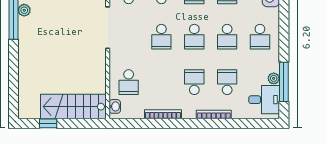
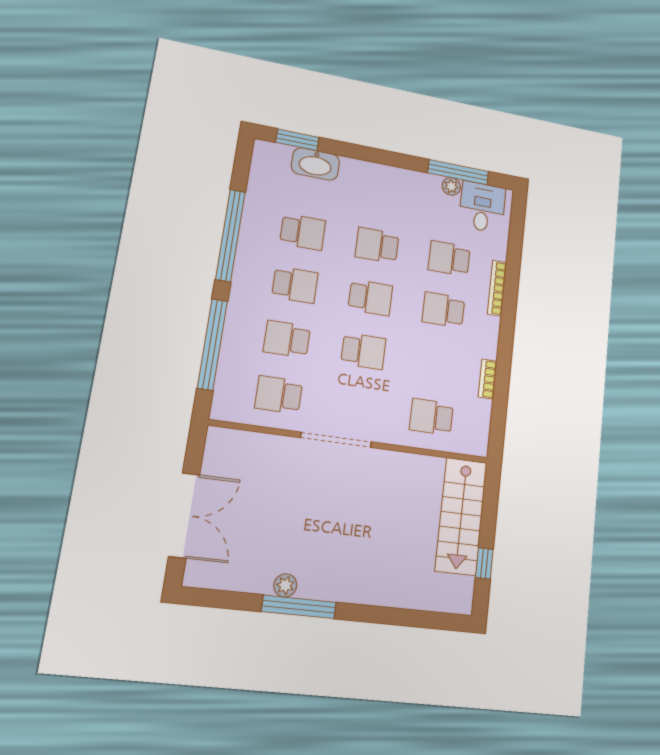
school desk: (227, 37) -> (377, 245), turned 180
school desk: (260, 37) -> (384, 194), removed
school desk: (129, 82) -> (431, 417), turned 180
washbasin: (115, 106) -> (468, 446), removed
bookcase: (163, 114) -> (488, 379), width x0.64

